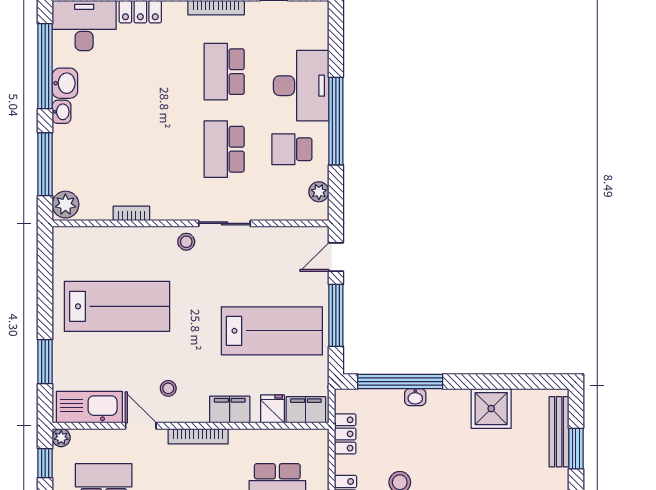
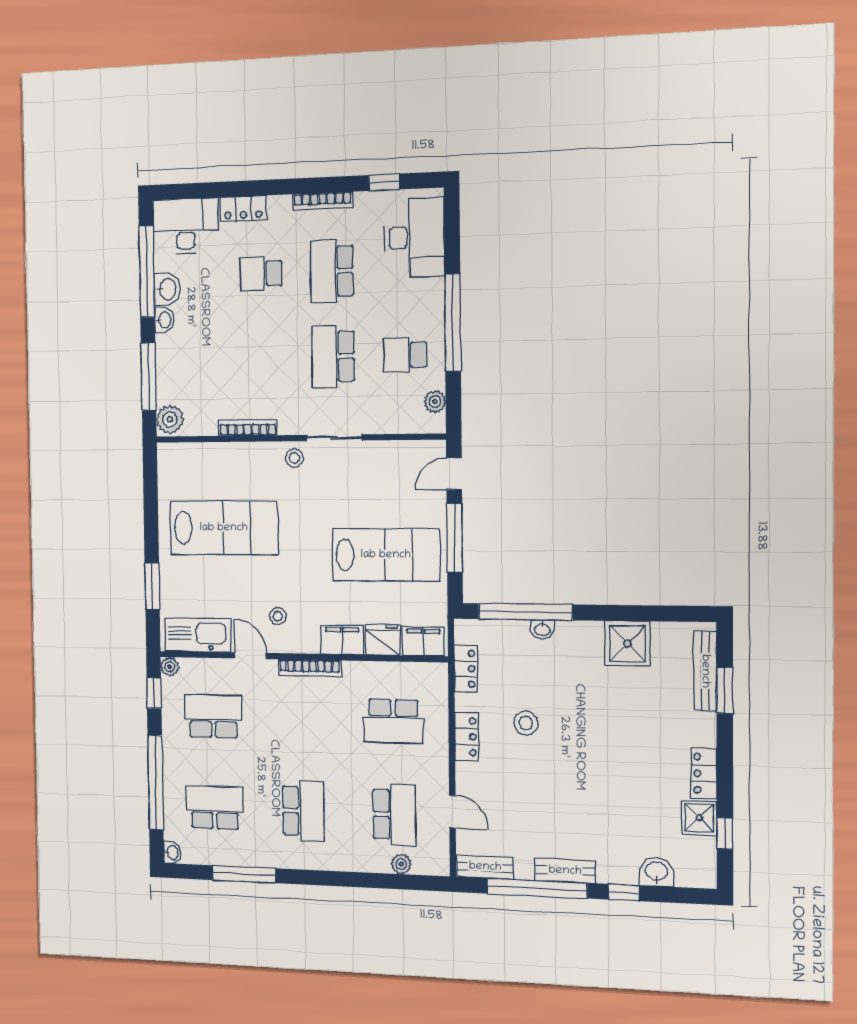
school desk: (157, 72) -> (261, 274), added
desk: (301, 86) -> (414, 238), moved
bookcase: (131, 213) -> (248, 428), width x1.56
fridge: (273, 409) -> (383, 640), width x1.38

